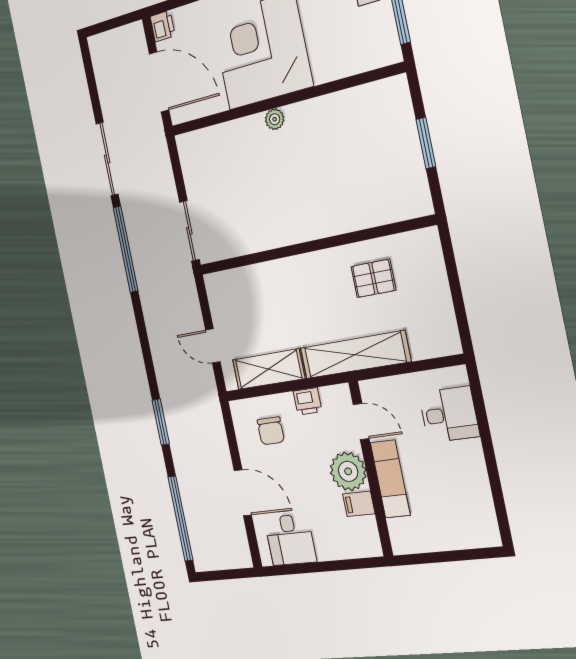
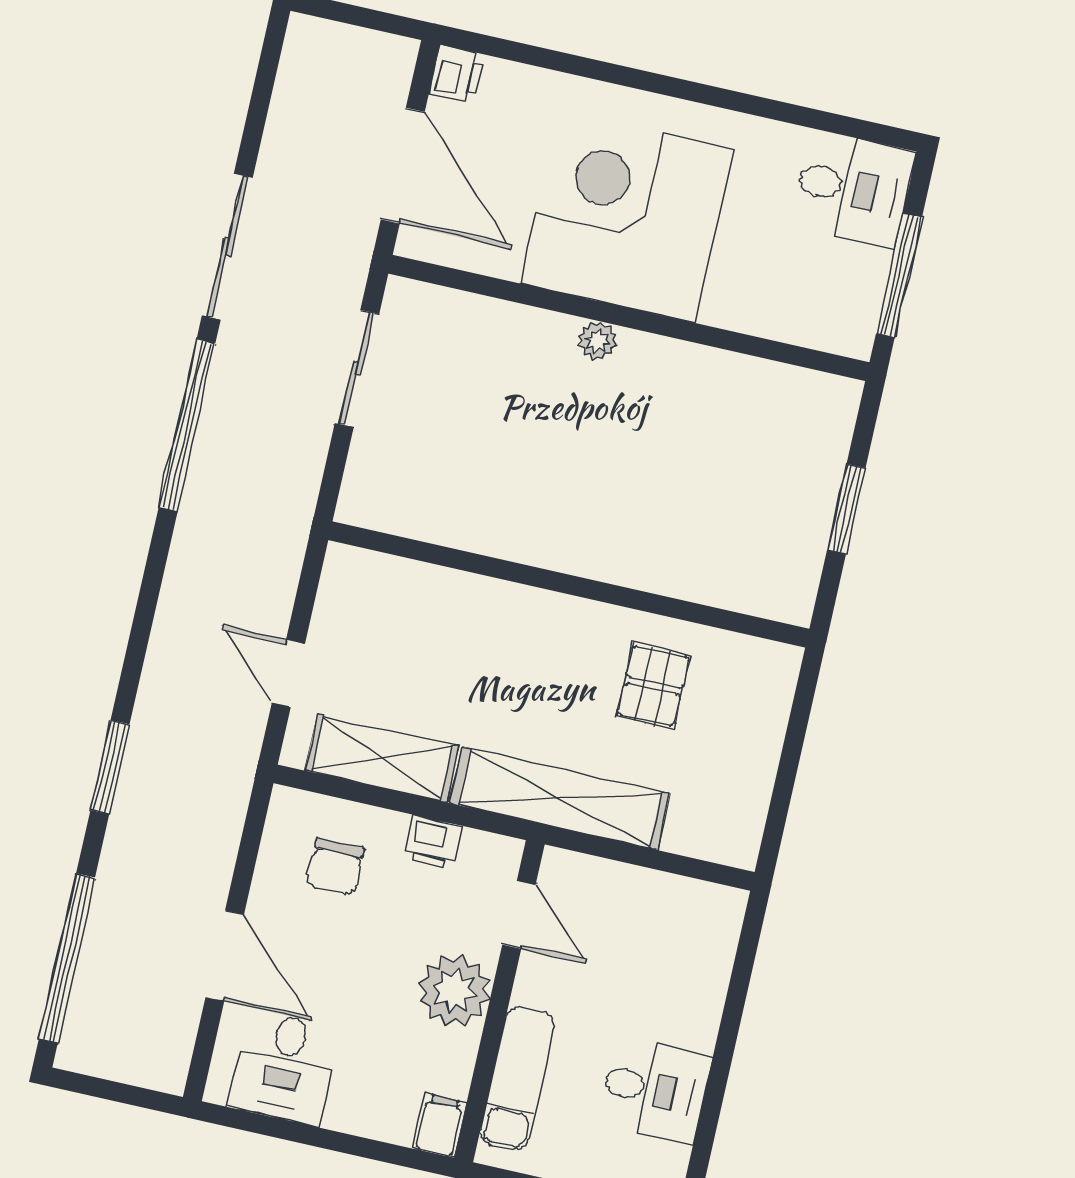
sliding door: (189, 231) -> (357, 369), moved
pallet: (373, 278) -> (653, 686), turned 90
desk: (449, 414) -> (655, 1090), moved
exam couch: (390, 479) -> (517, 1078), moved
filing cabinet: (359, 504) -> (440, 1125), moved, turned 90

